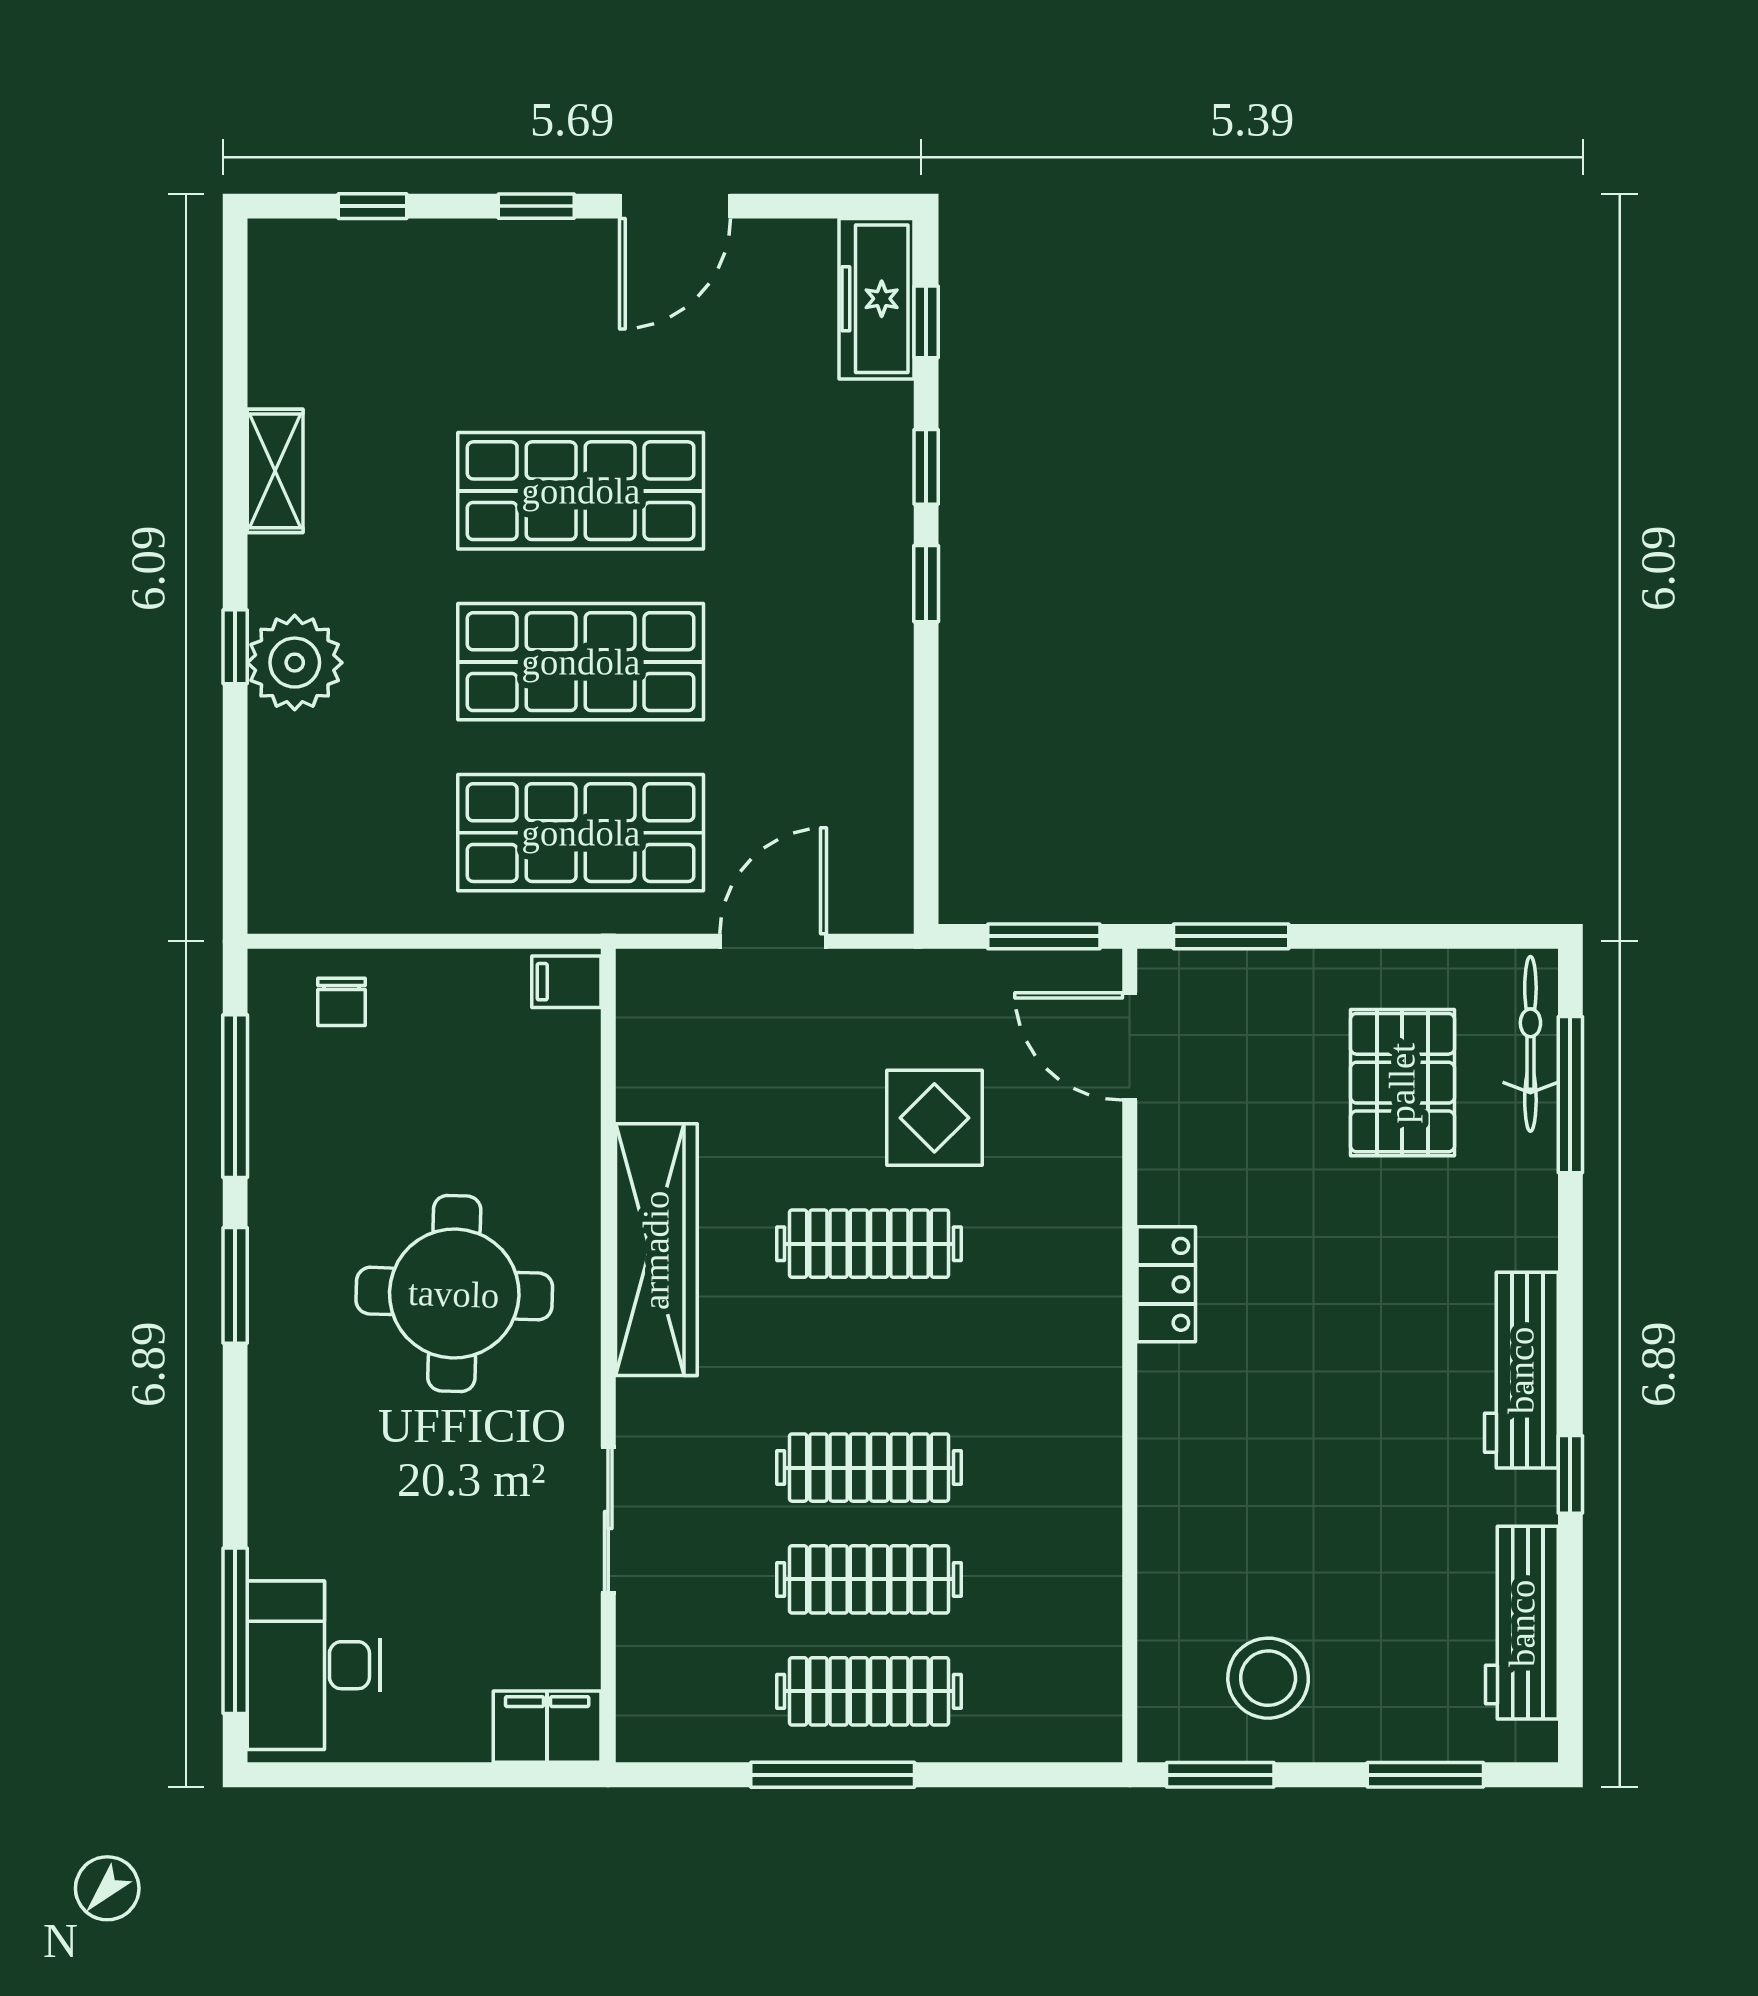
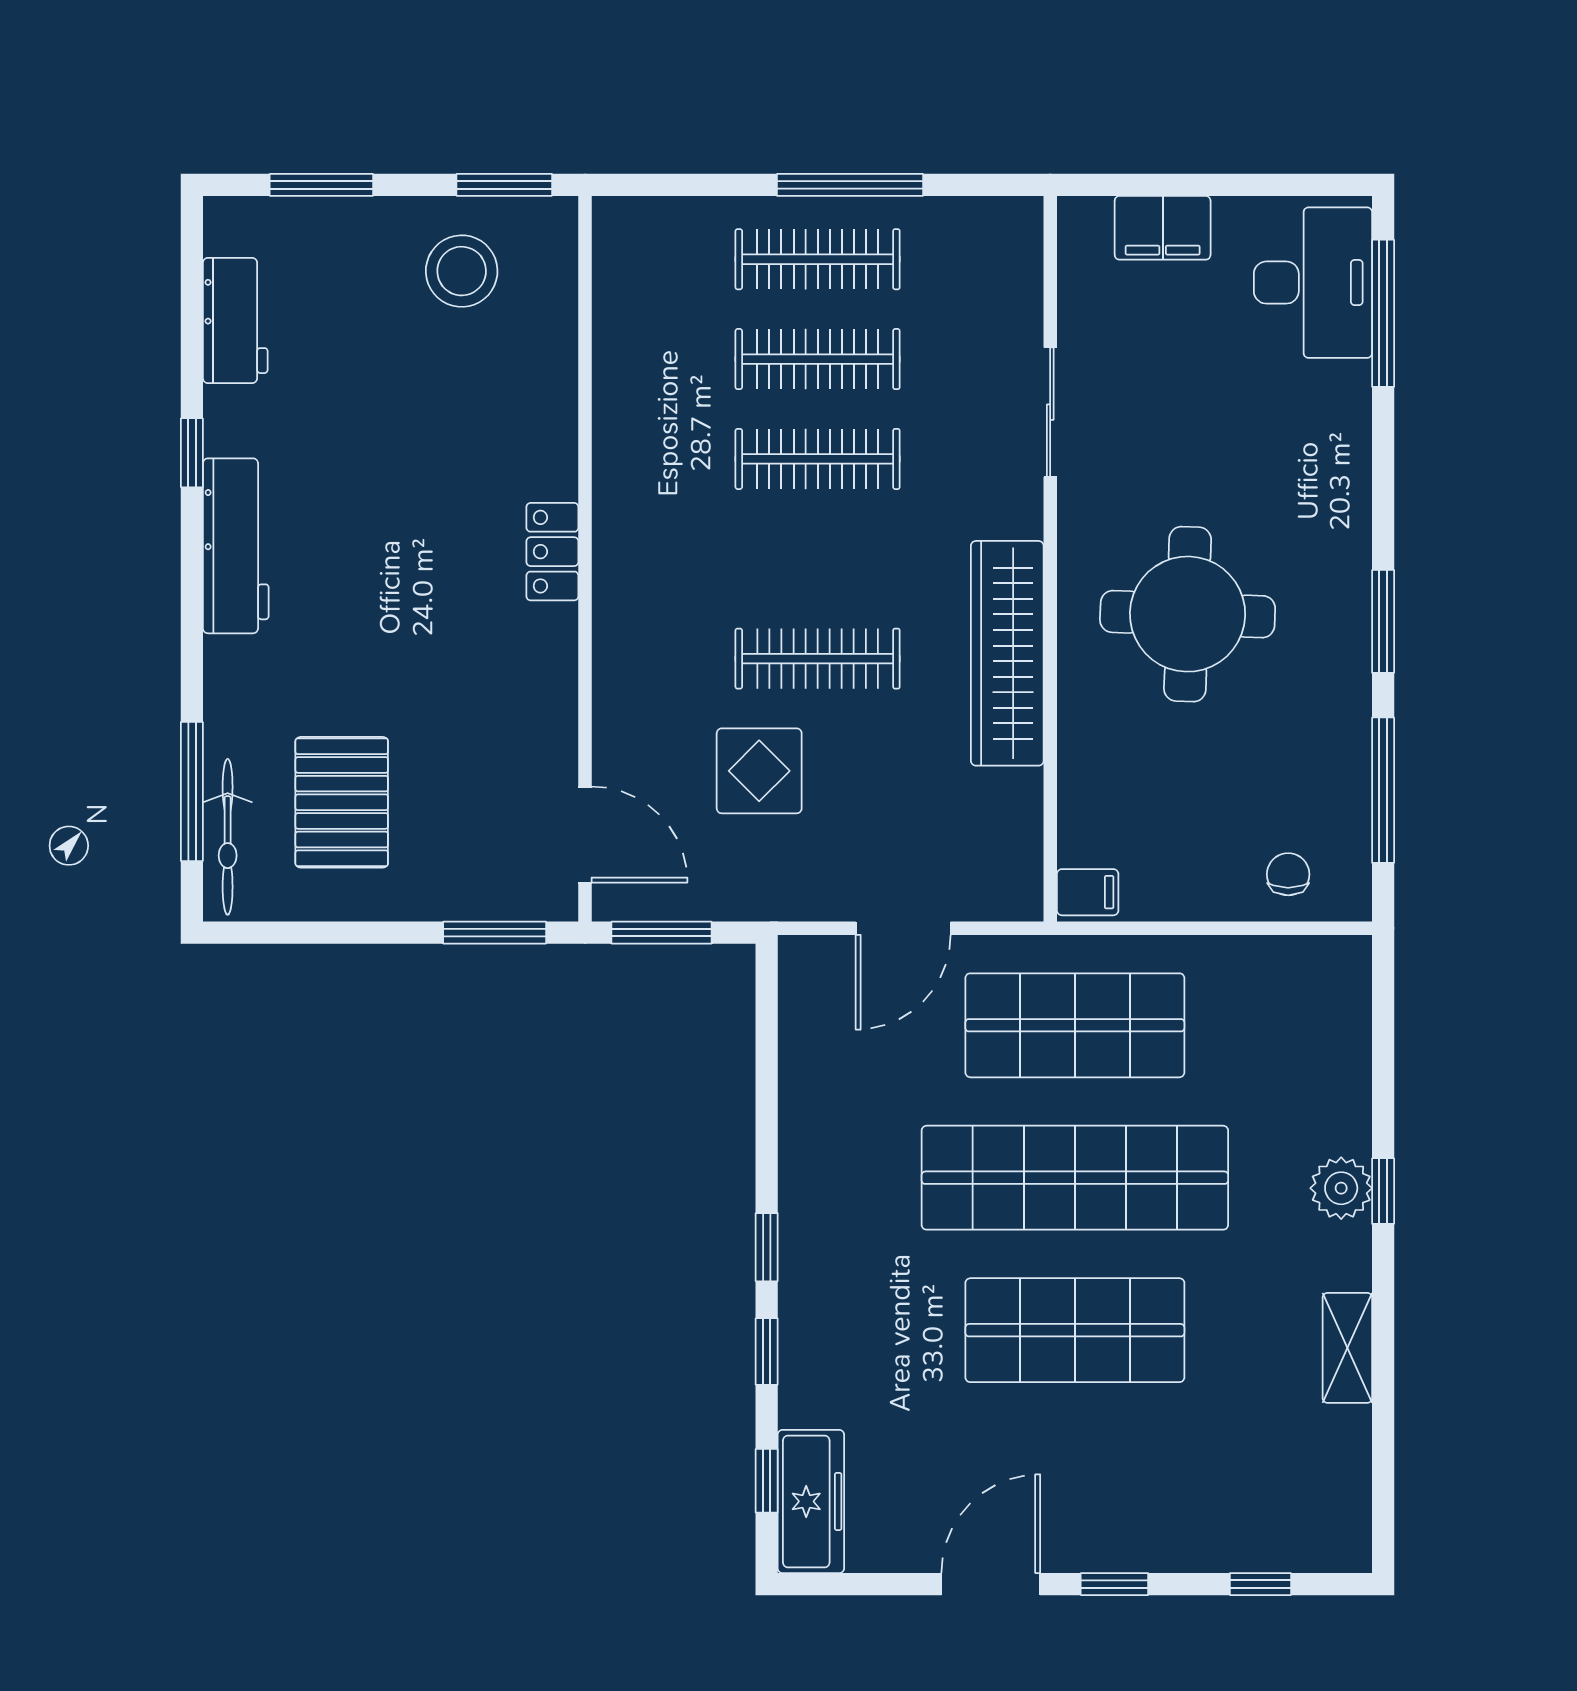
shop shelf: (581, 662) -> (1075, 1178), width x1.40
plant: (295, 663) -> (1341, 1188), width x0.73, depth x0.73
locker: (1166, 1284) -> (552, 552), moved
workbench: (1522, 1623) -> (235, 320), width x0.73
filing cabinet: (547, 1727) -> (1163, 228), moved

